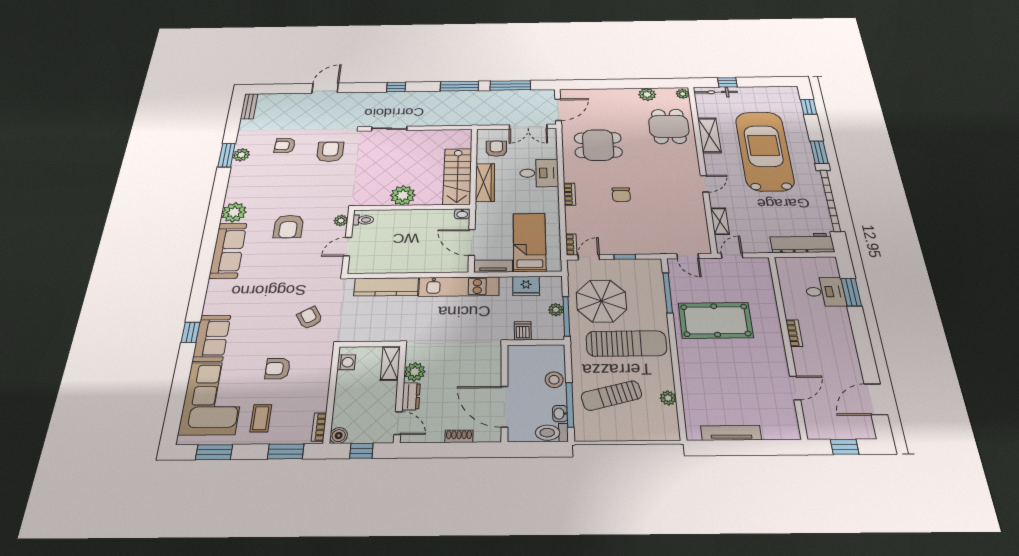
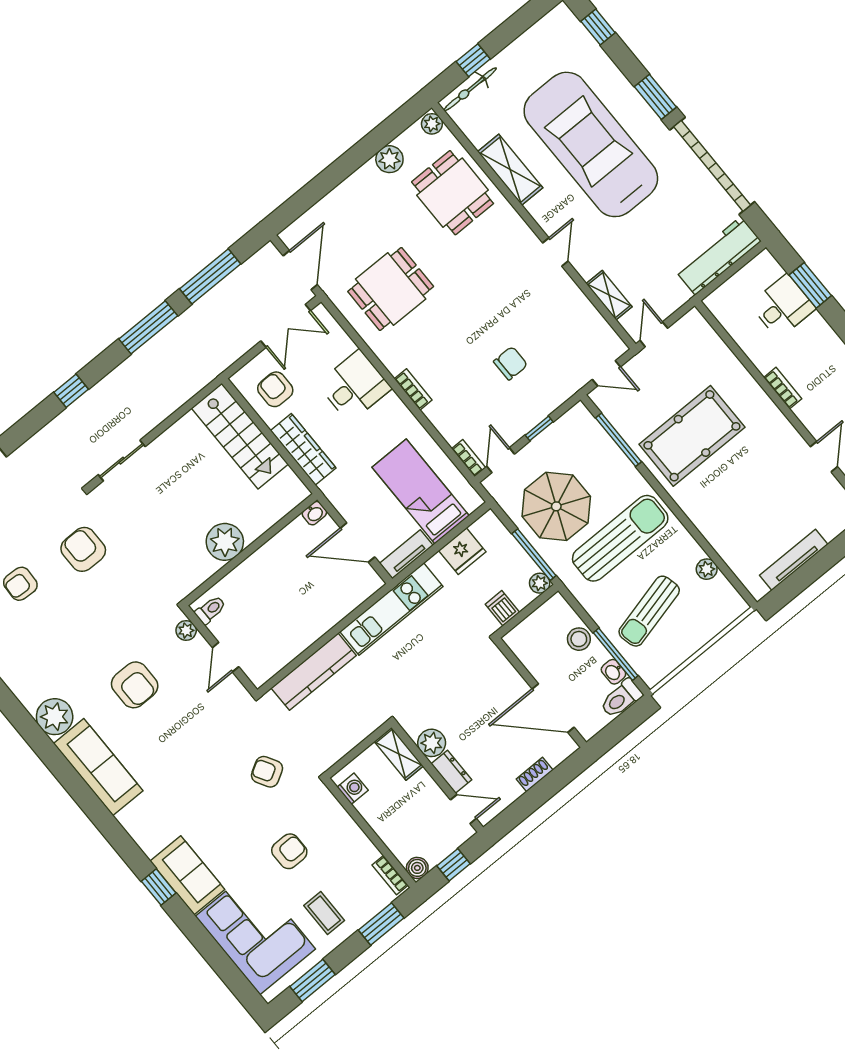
stairs: (457, 176) -> (240, 436), moved
chair: (621, 195) -> (510, 363), moved, turned -90
plant: (556, 310) -> (540, 583), moved
armchair: (278, 369) -> (289, 851), turned 180

